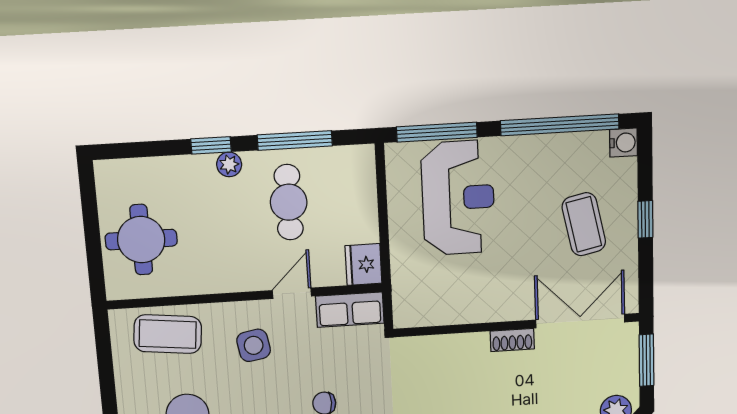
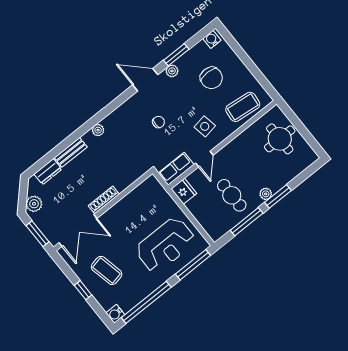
window: (211, 145) -> (278, 196), width x1.50
reception desk: (458, 198) -> (165, 245), turned -90
shoe rack: (512, 340) -> (104, 200), width x1.43

